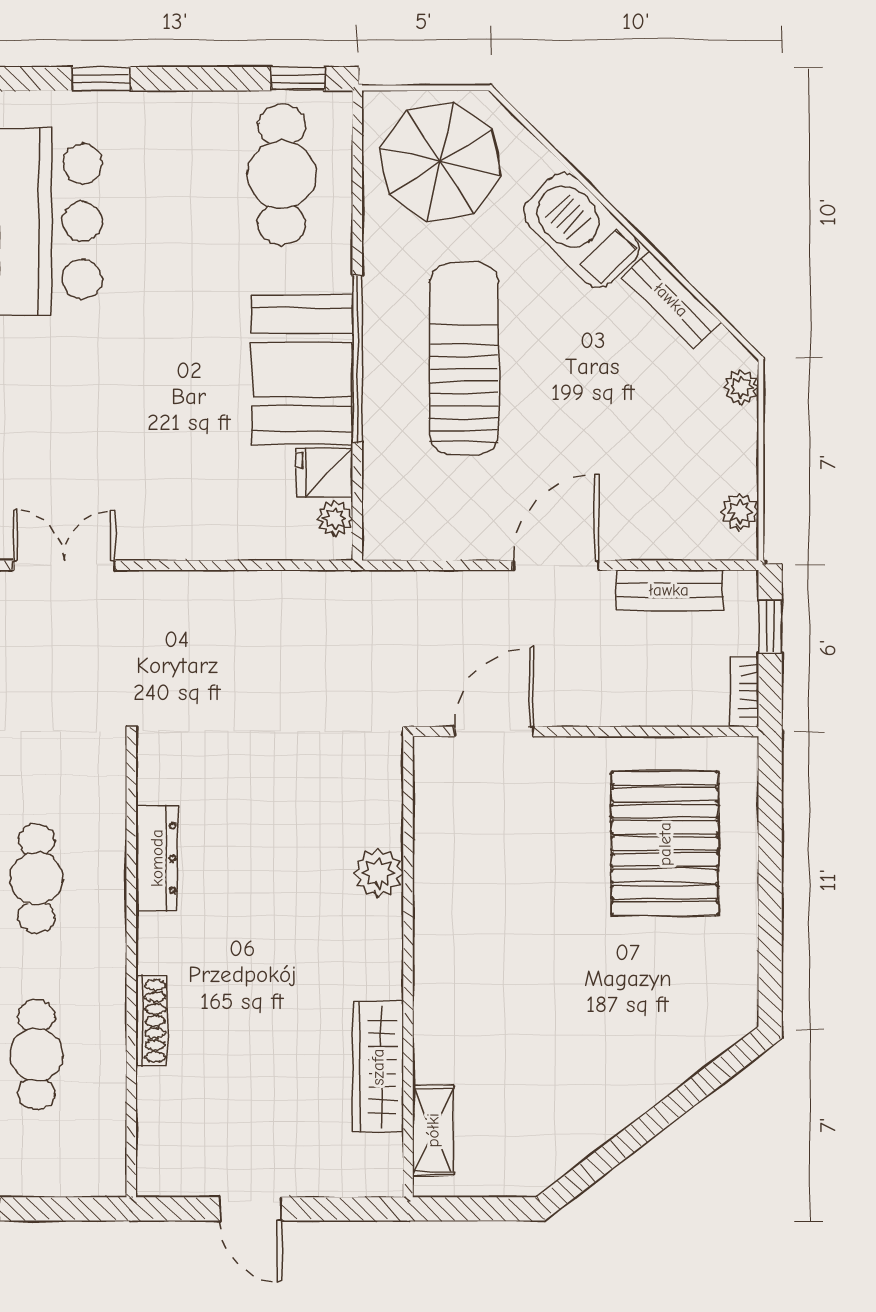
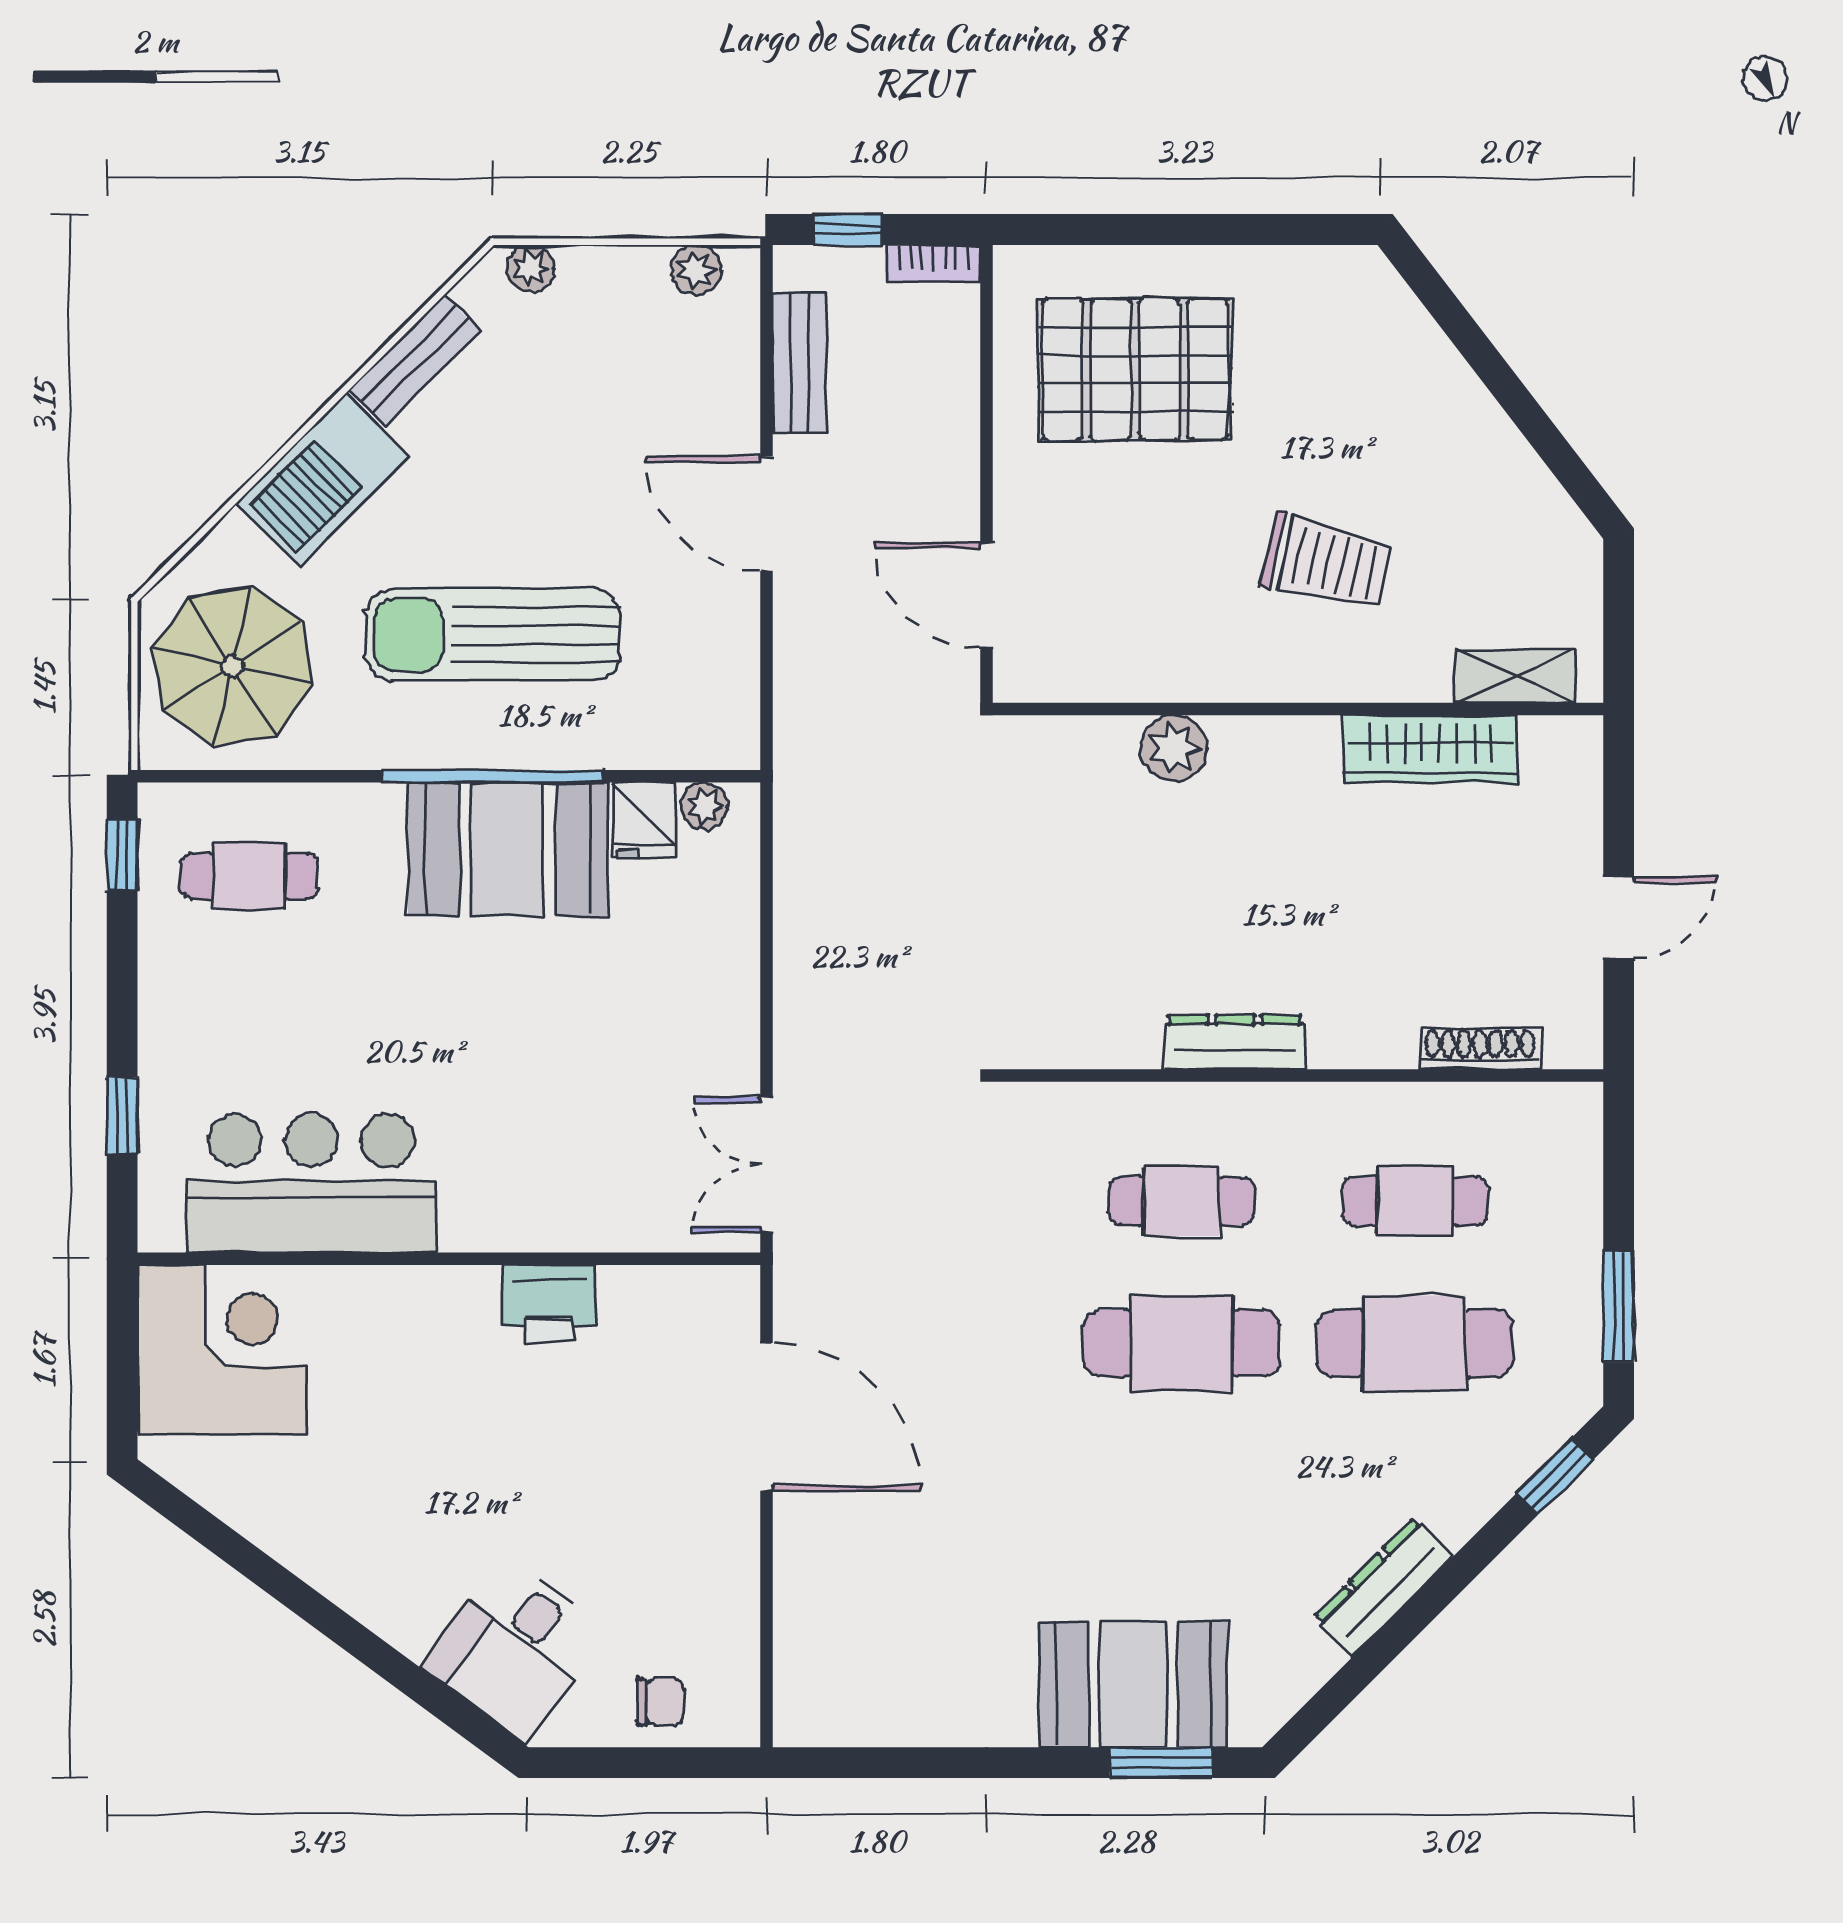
cafe table: (282, 175) -> (249, 876), width x0.73, depth x0.74
dresser: (157, 858) -> (1235, 1042), moved
trolley: (519, 988) -> (1327, 562), added
shoe rack: (151, 1021) -> (1480, 1049), moved

